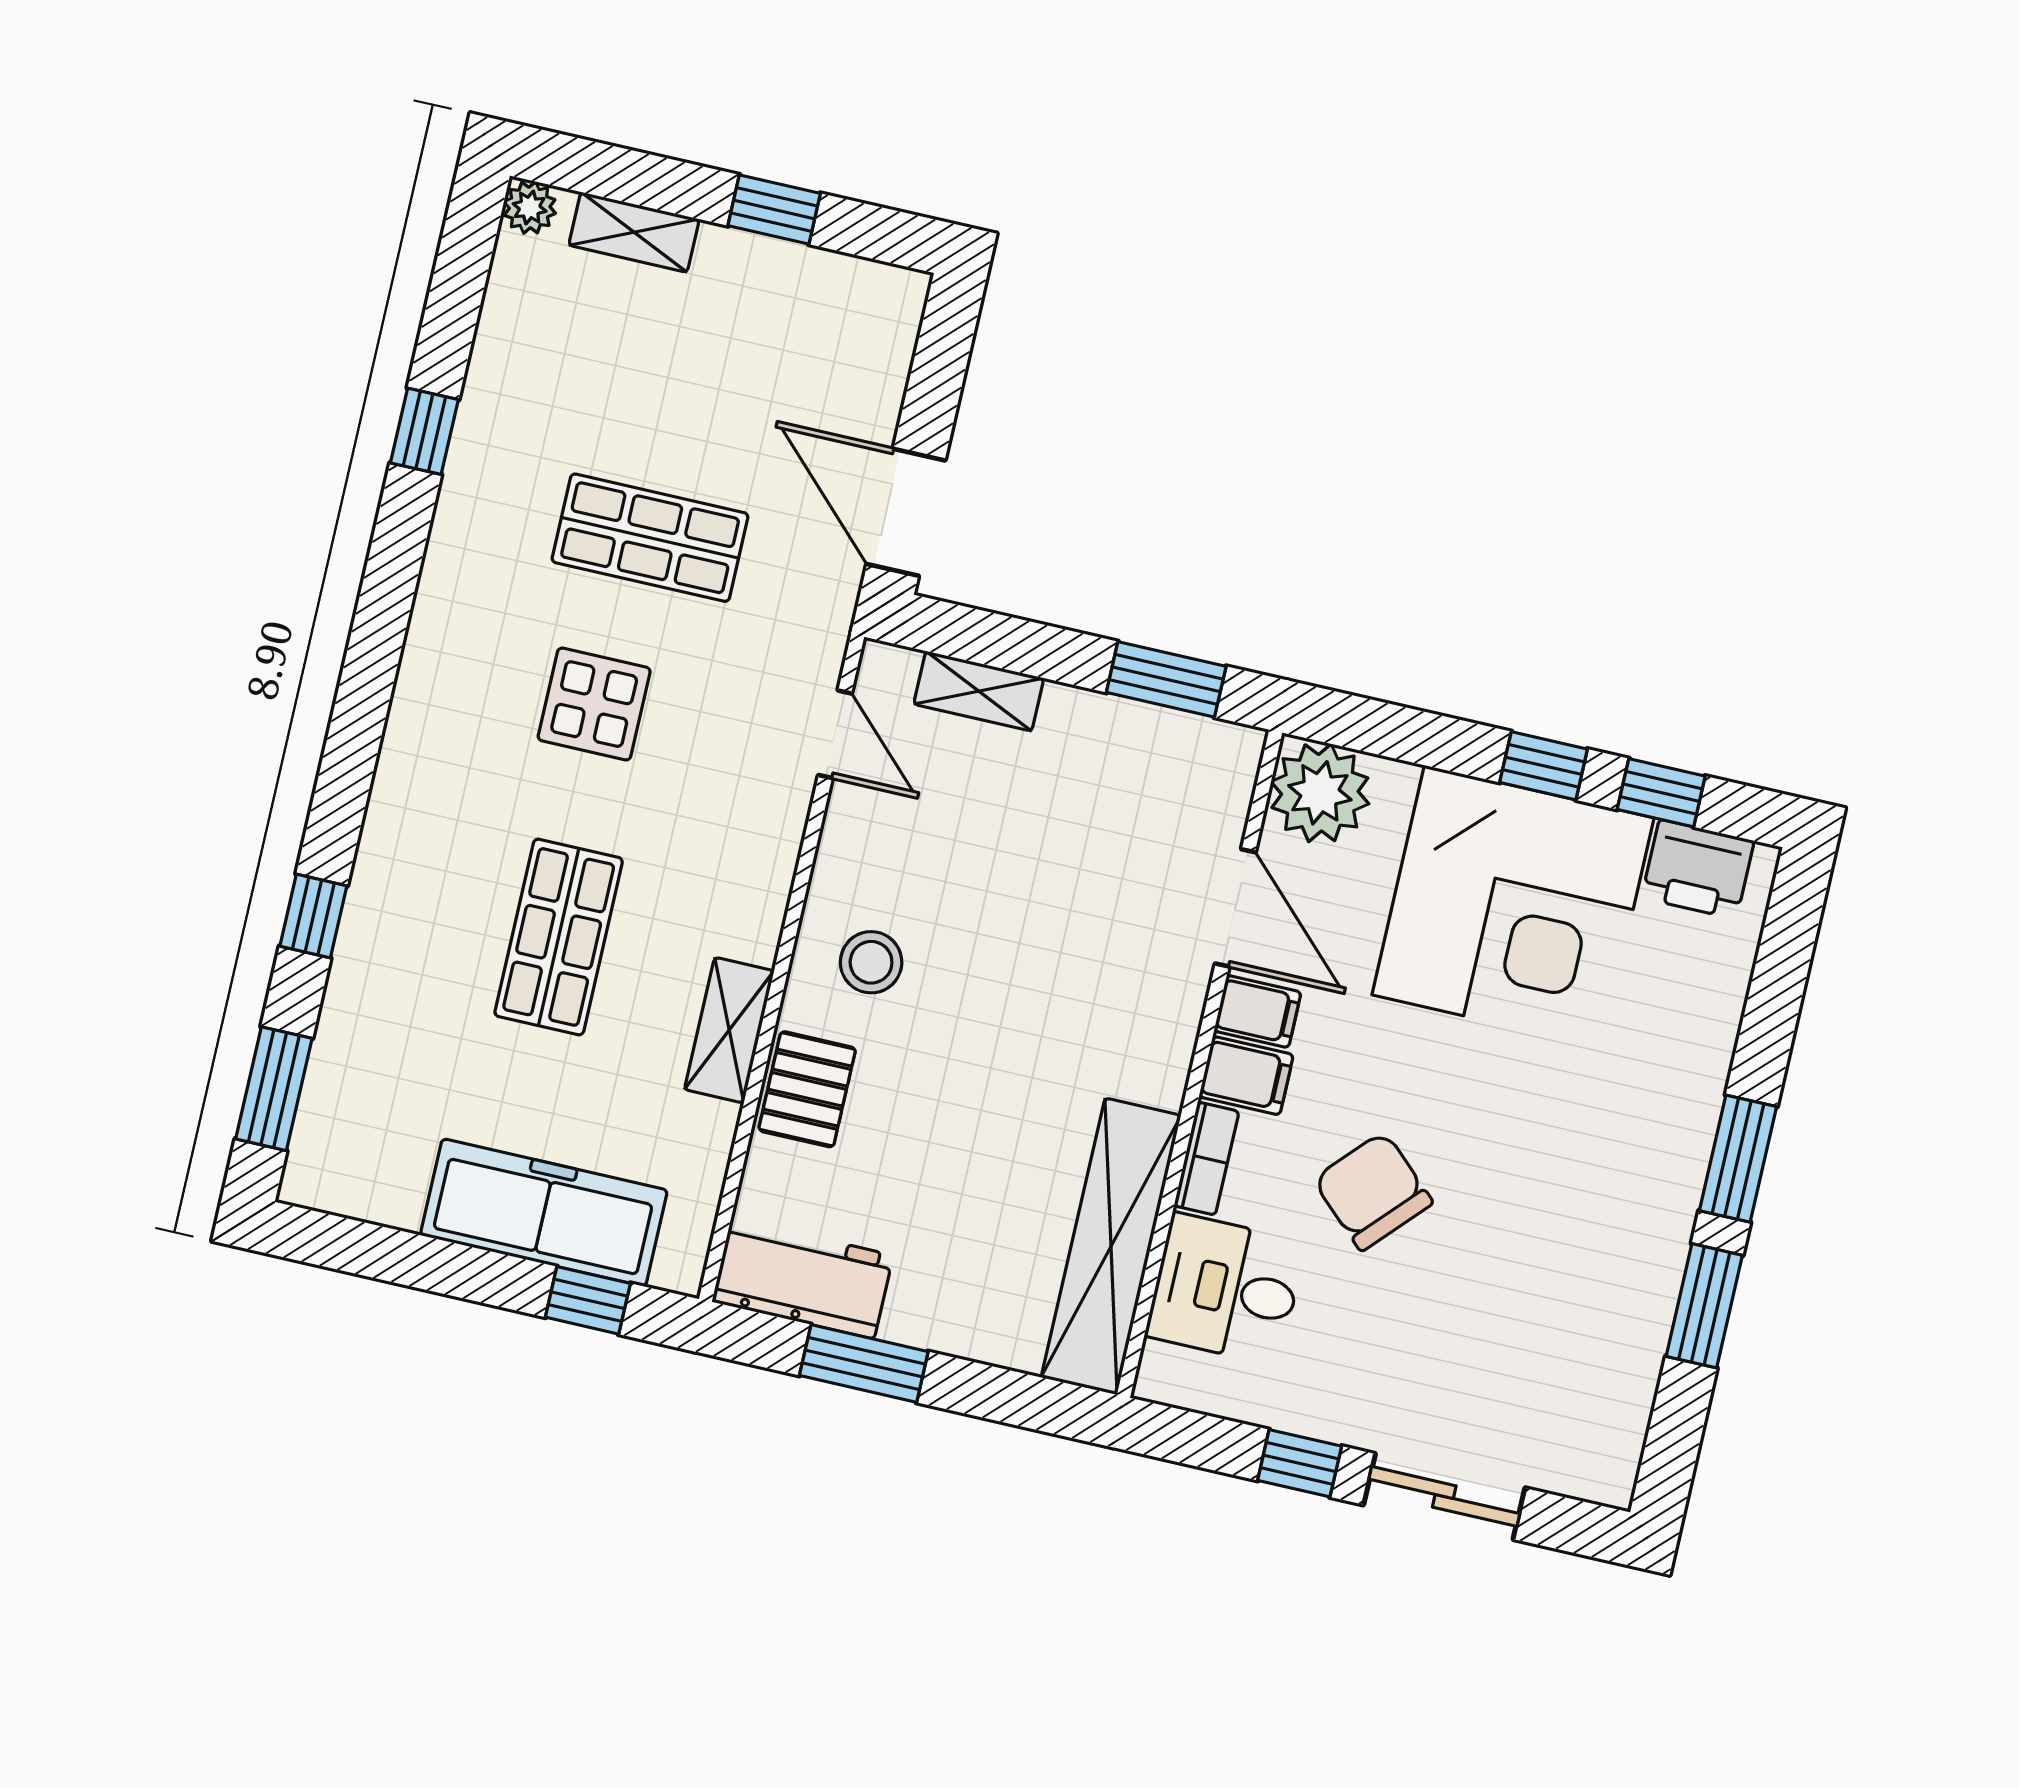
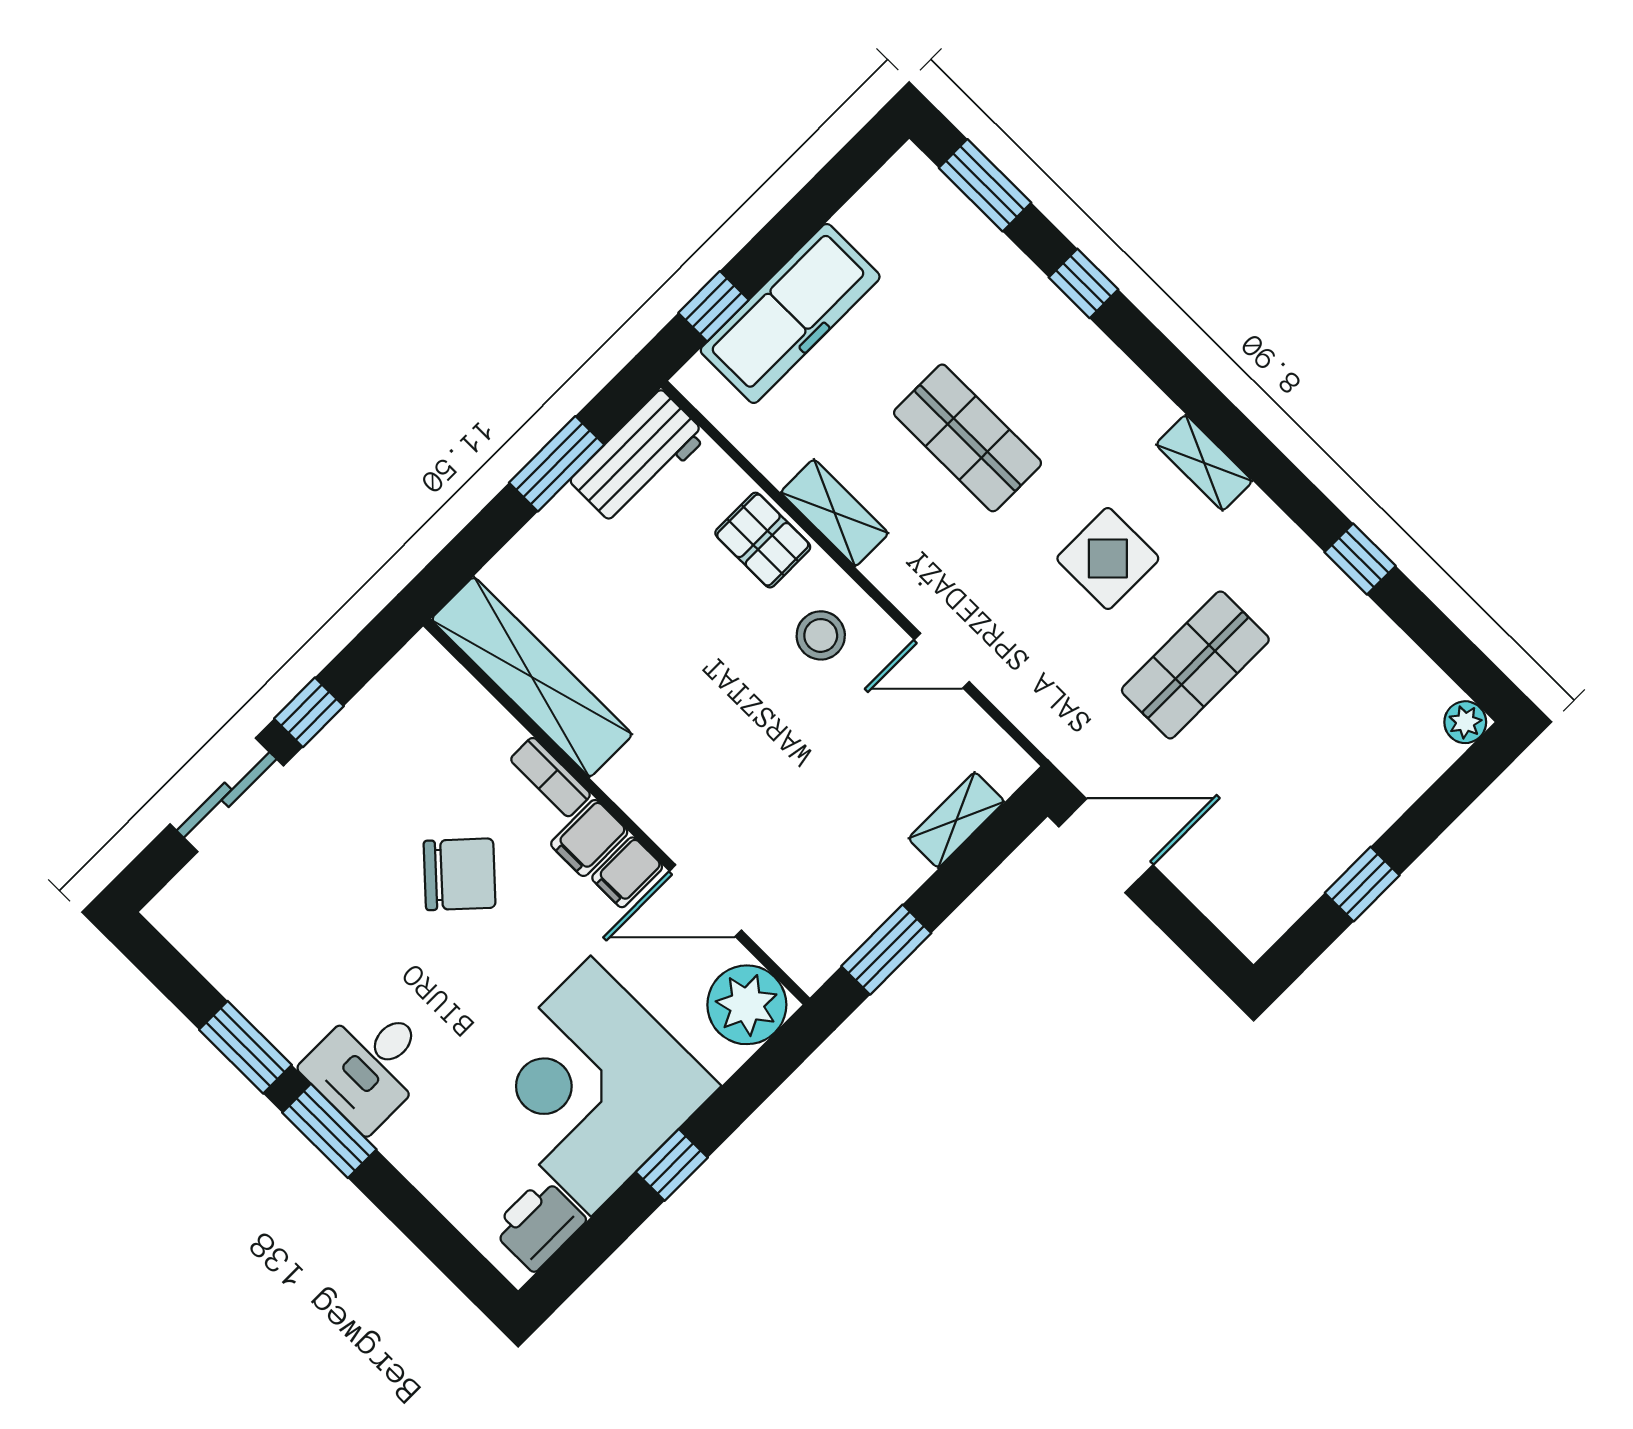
shelving: (634, 232) -> (1204, 463), moved, turned 90
door: (835, 734) -> (942, 661), moved
window: (1661, 793) -> (605, 1232), removed
desk: (1226, 1289) -> (369, 1065), moved, turned 180

